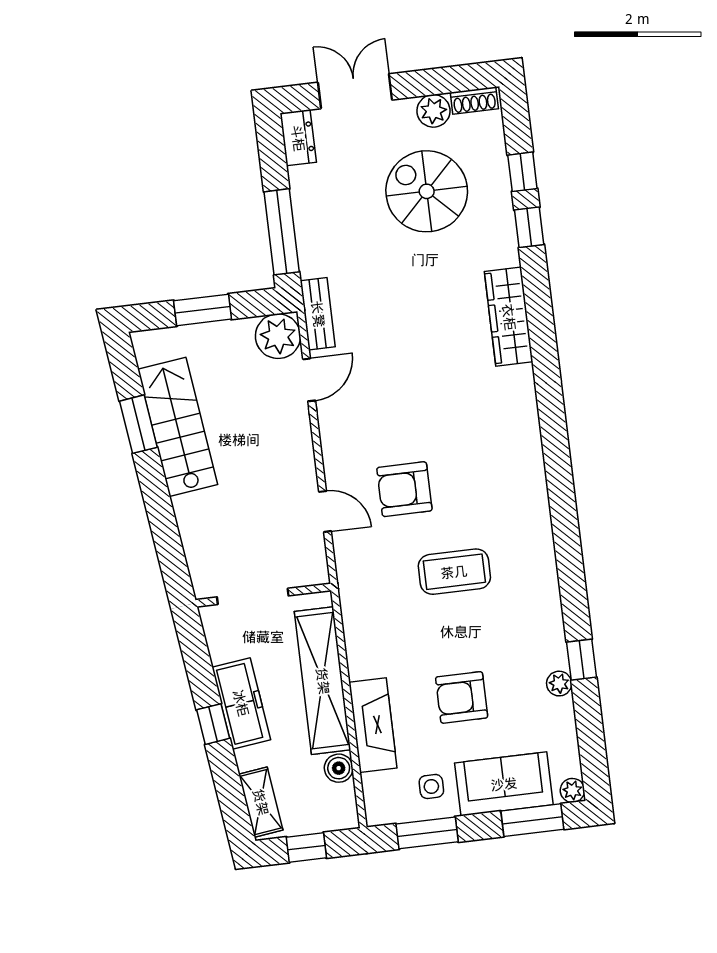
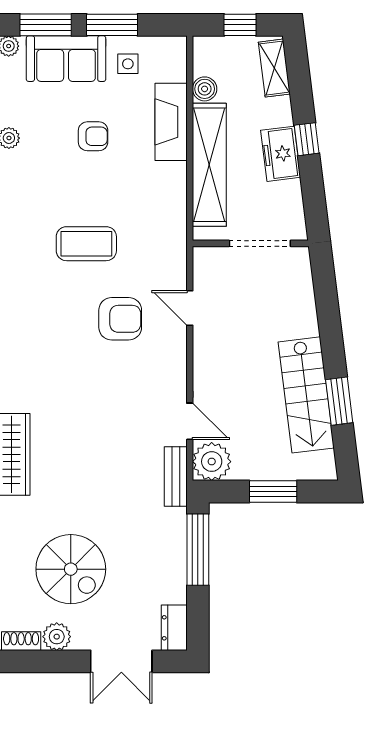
door: (309, 380) -> (190, 421), swing flipped
armchair: (462, 697) -> (93, 136), width x0.72, depth x0.72
freezer: (241, 703) -> (281, 154), width x0.71
window: (427, 833) -> (112, 25), moved

